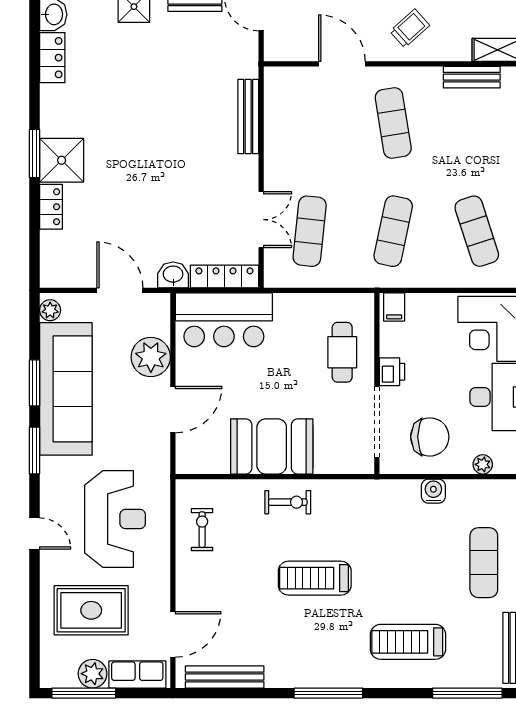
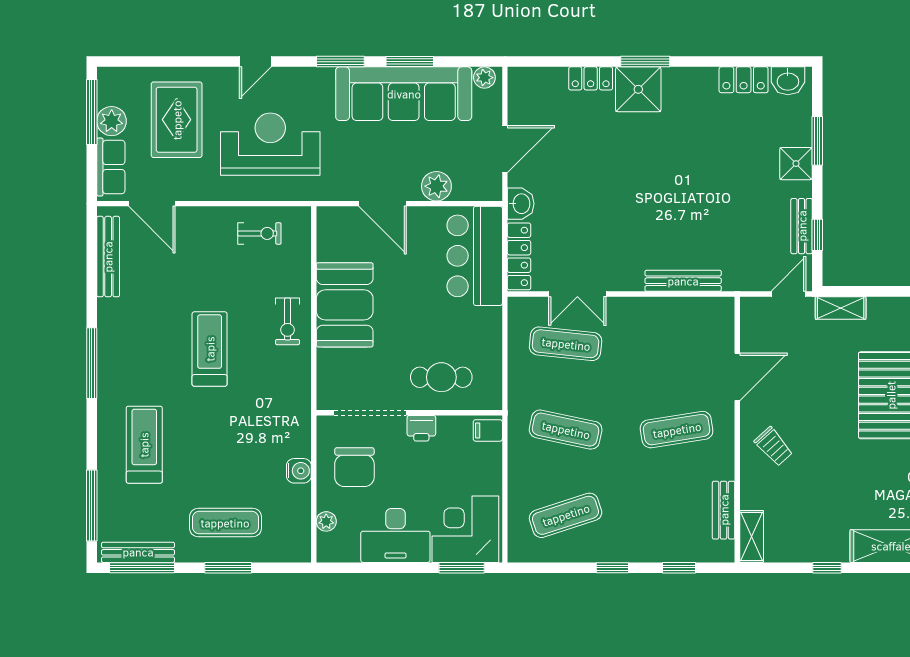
plant: (151, 357) -> (436, 186), width x0.73, depth x0.73
reception desk: (115, 519) -> (270, 144), turned 180

